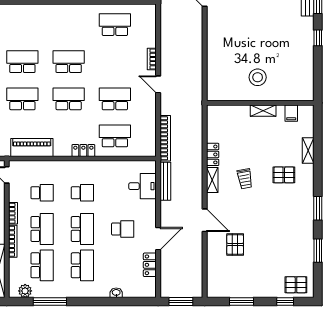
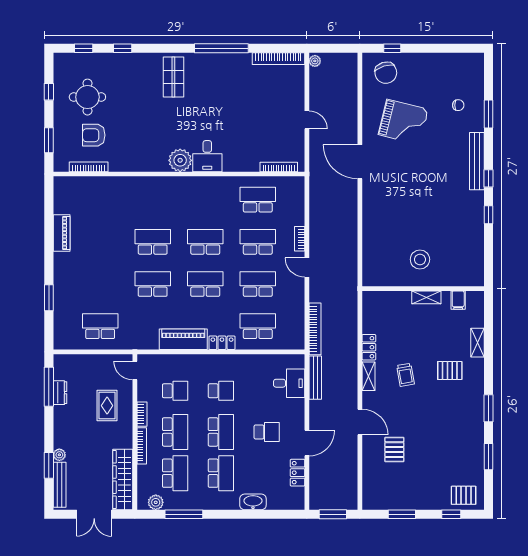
school desk: (115, 62) -> (258, 242), added
piano: (32, 147) -> (183, 339), moved
washbasin: (116, 293) -> (253, 502), width x1.91, depth x1.45

